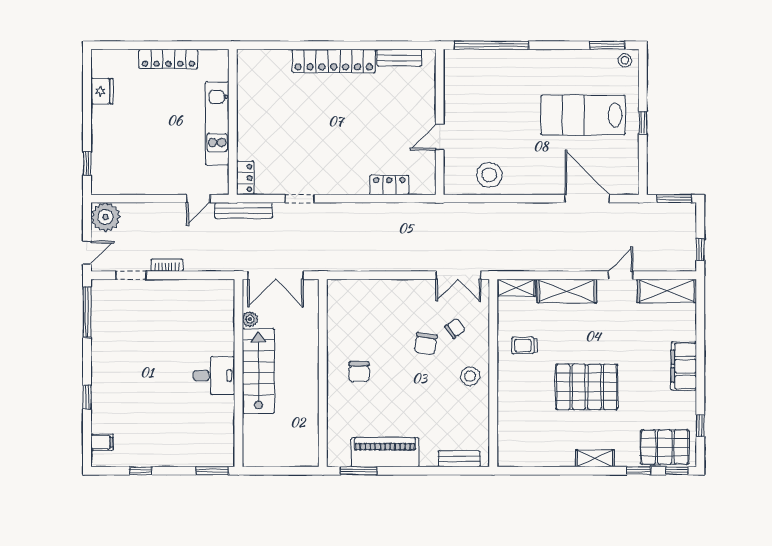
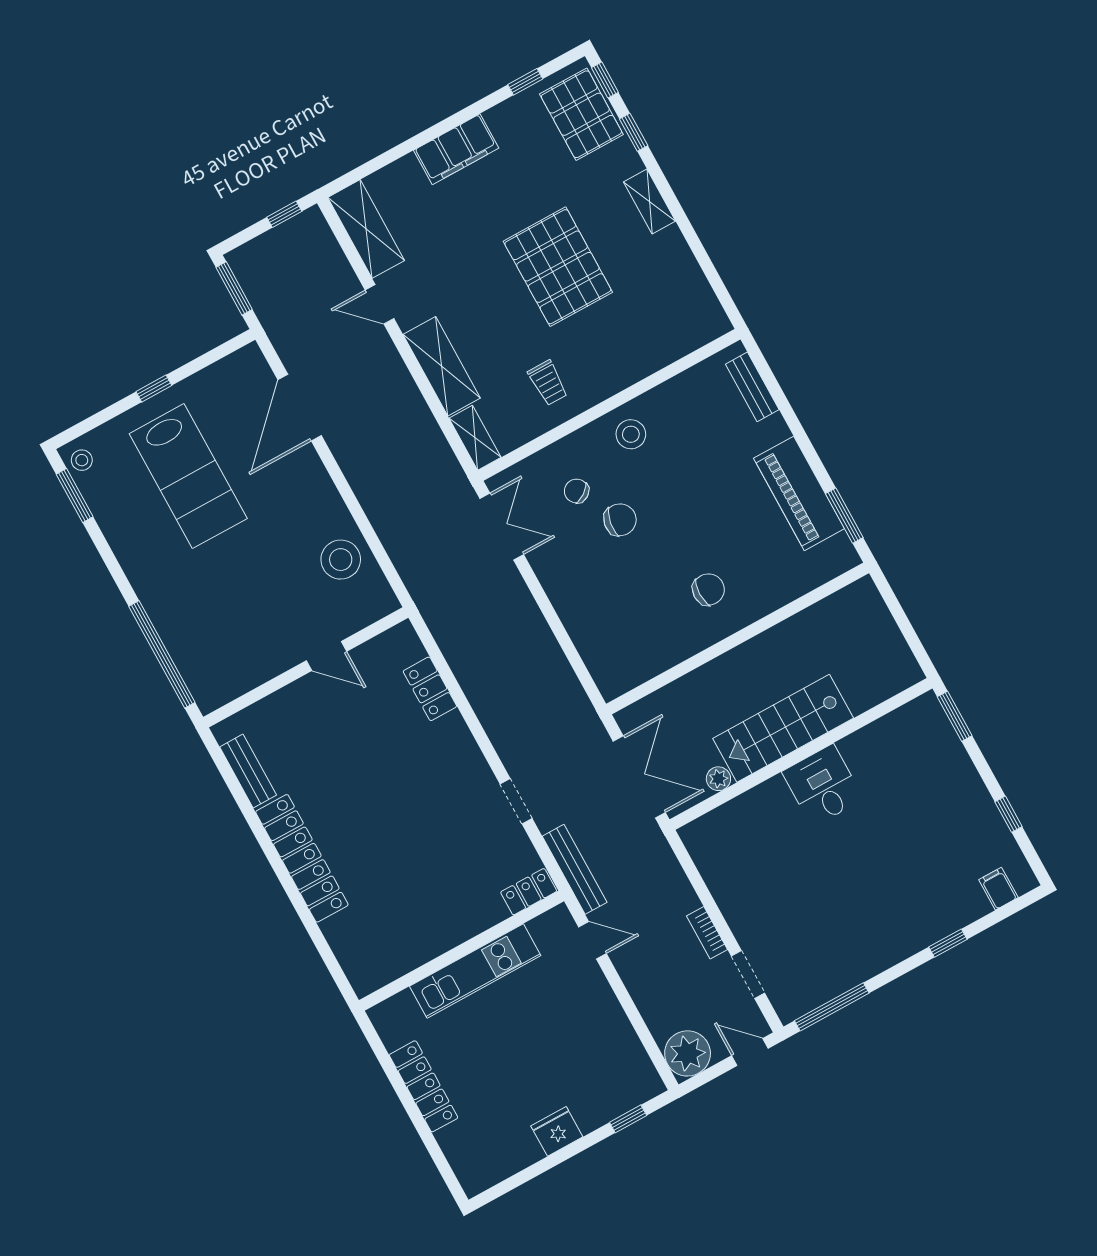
fridge: (102, 91) -> (557, 1131), moved

